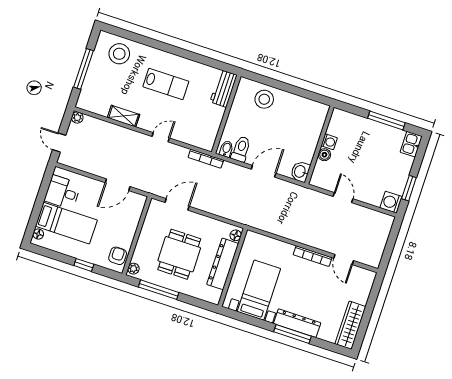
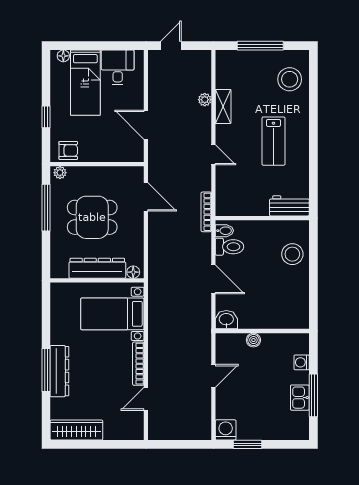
plant: (77, 118) -> (205, 100), moved
washing machine: (329, 142) -> (302, 362), moved, turned 90
kitchen sink: (411, 144) -> (300, 398), moved, turned -90
bed with nightstands: (259, 290) -> (112, 314), moved, turned 180

